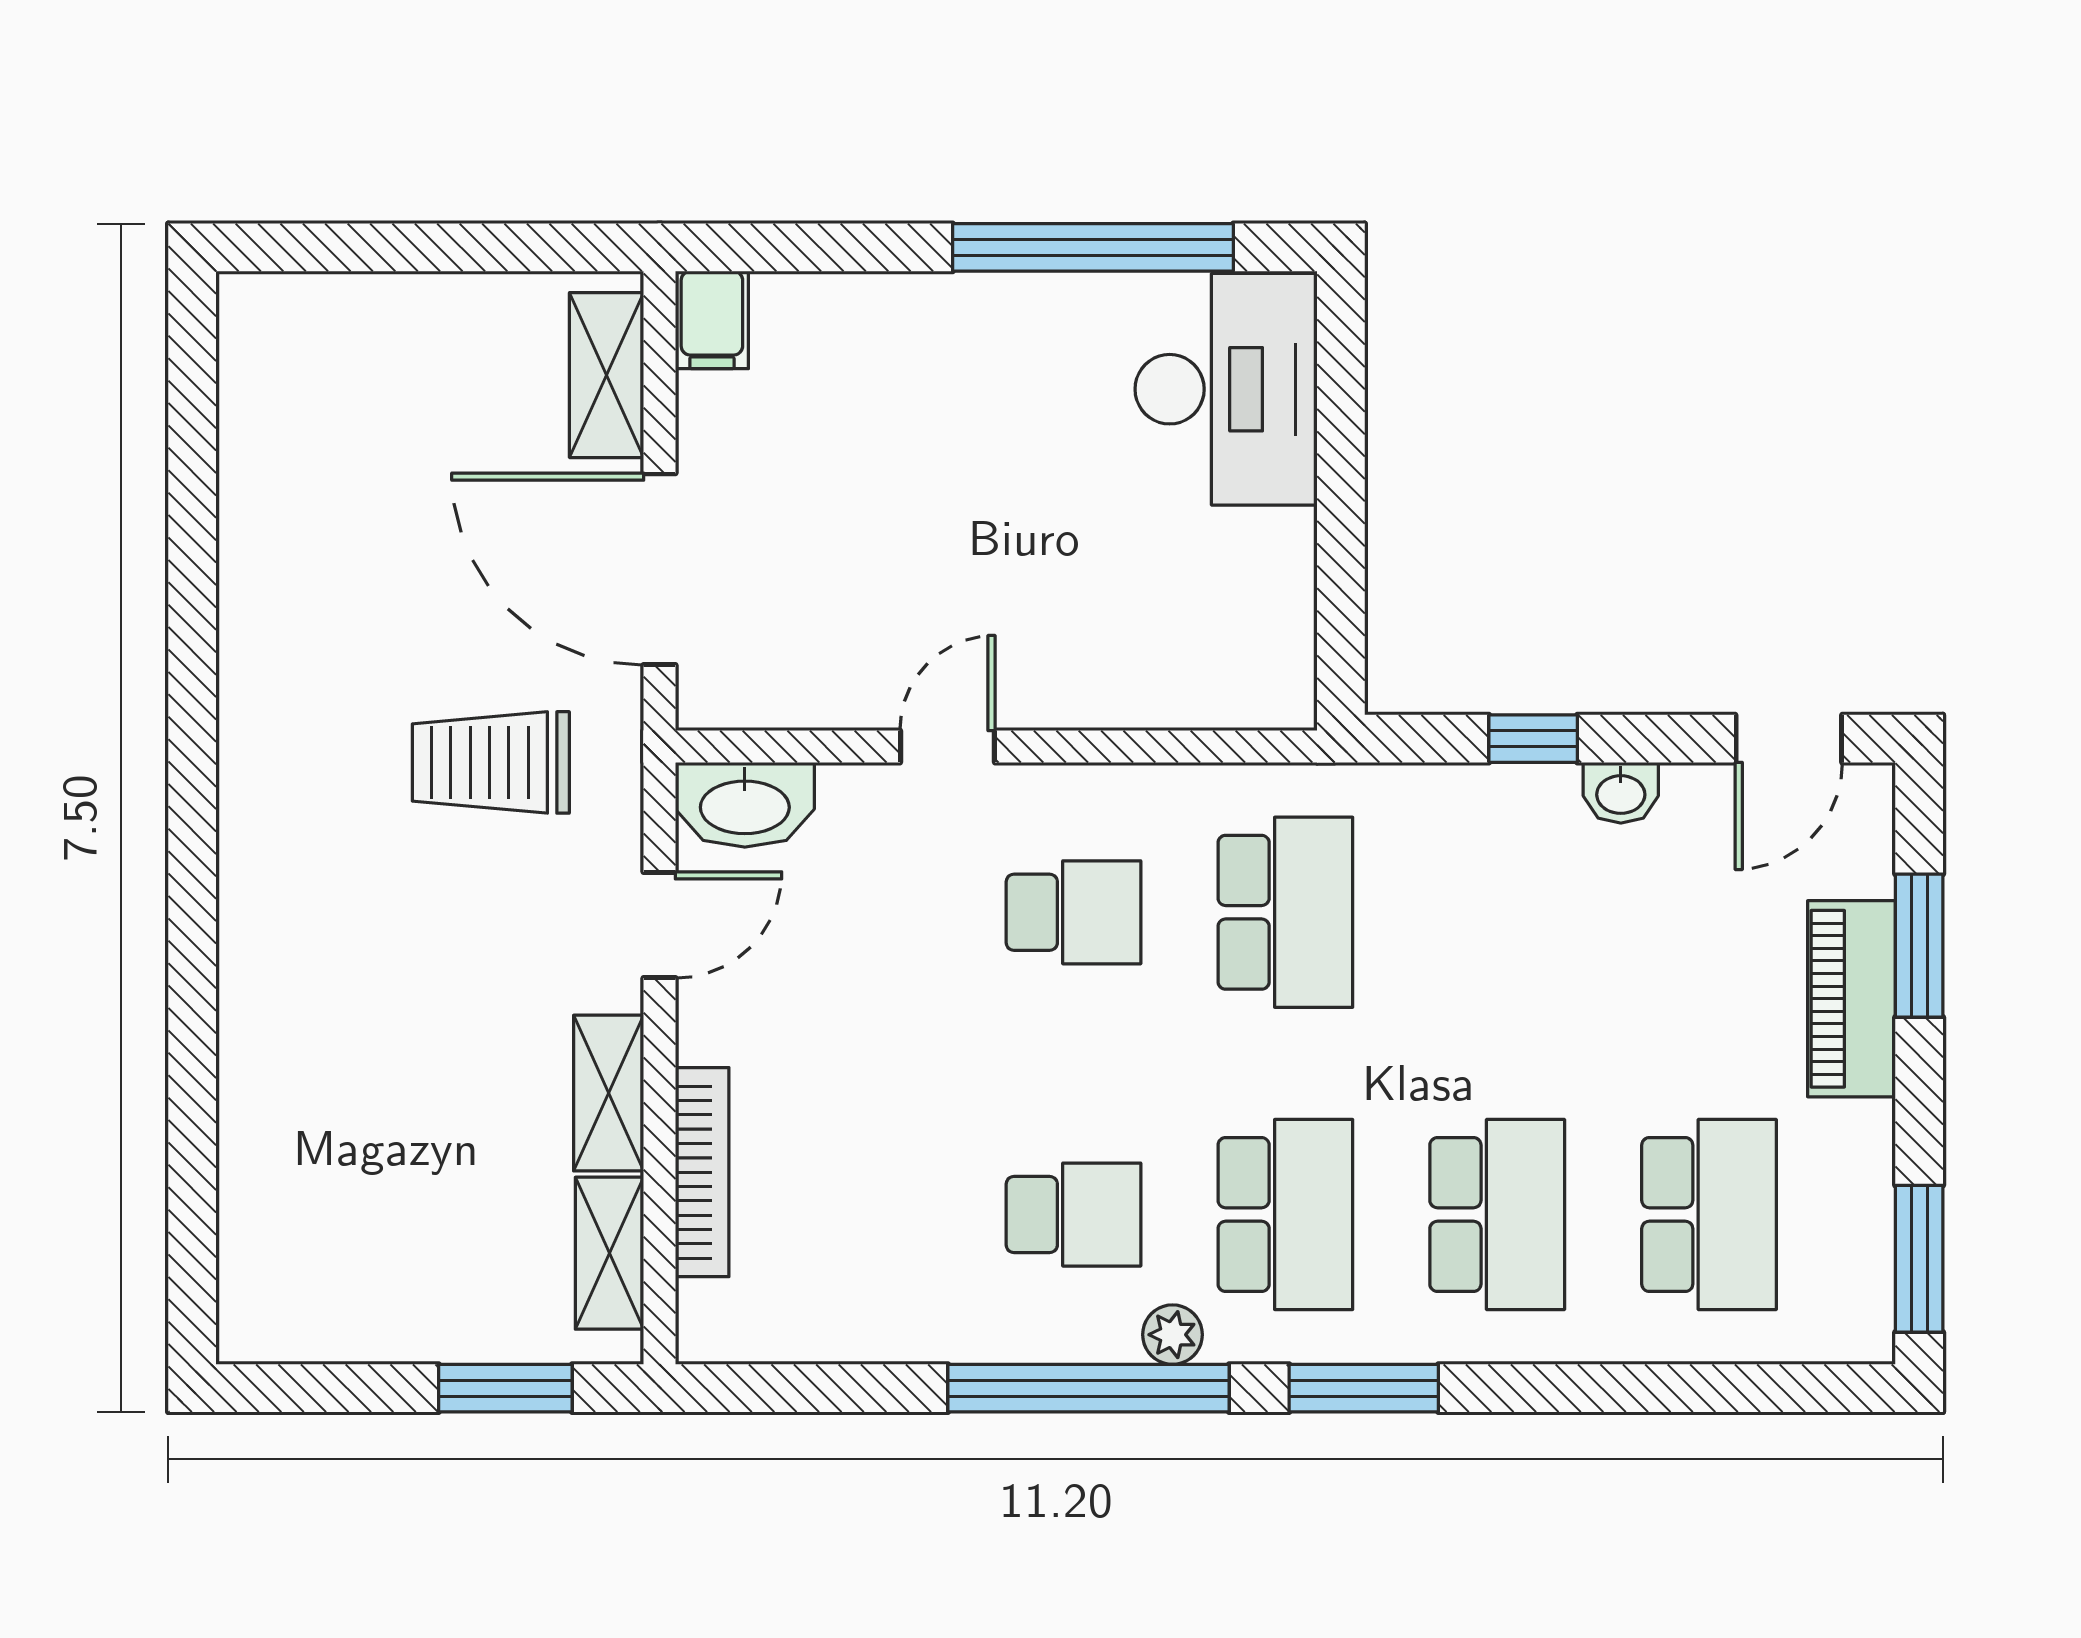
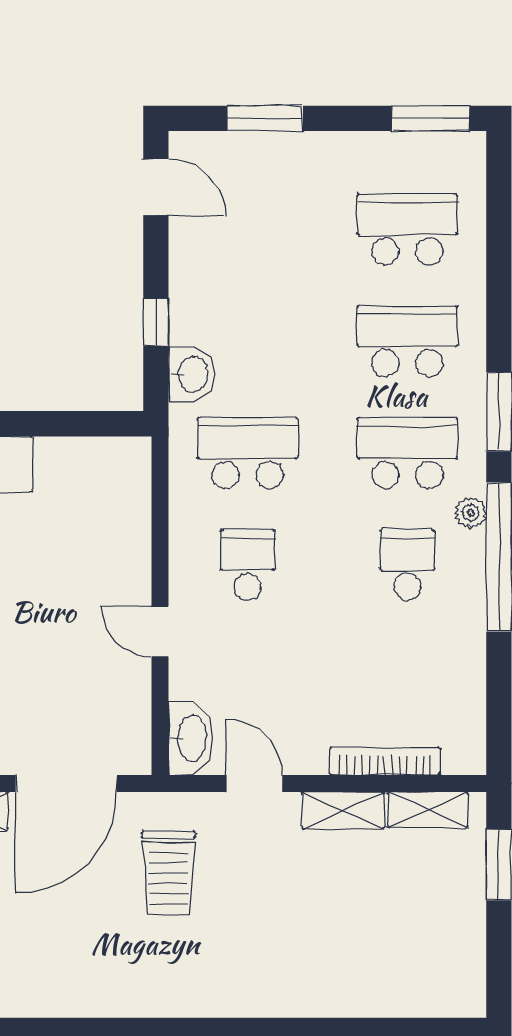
washbasin: (1621, 793) -> (192, 374), moved, width x1.38, depth x1.45
piano: (1851, 999) -> (293, 154), removed

